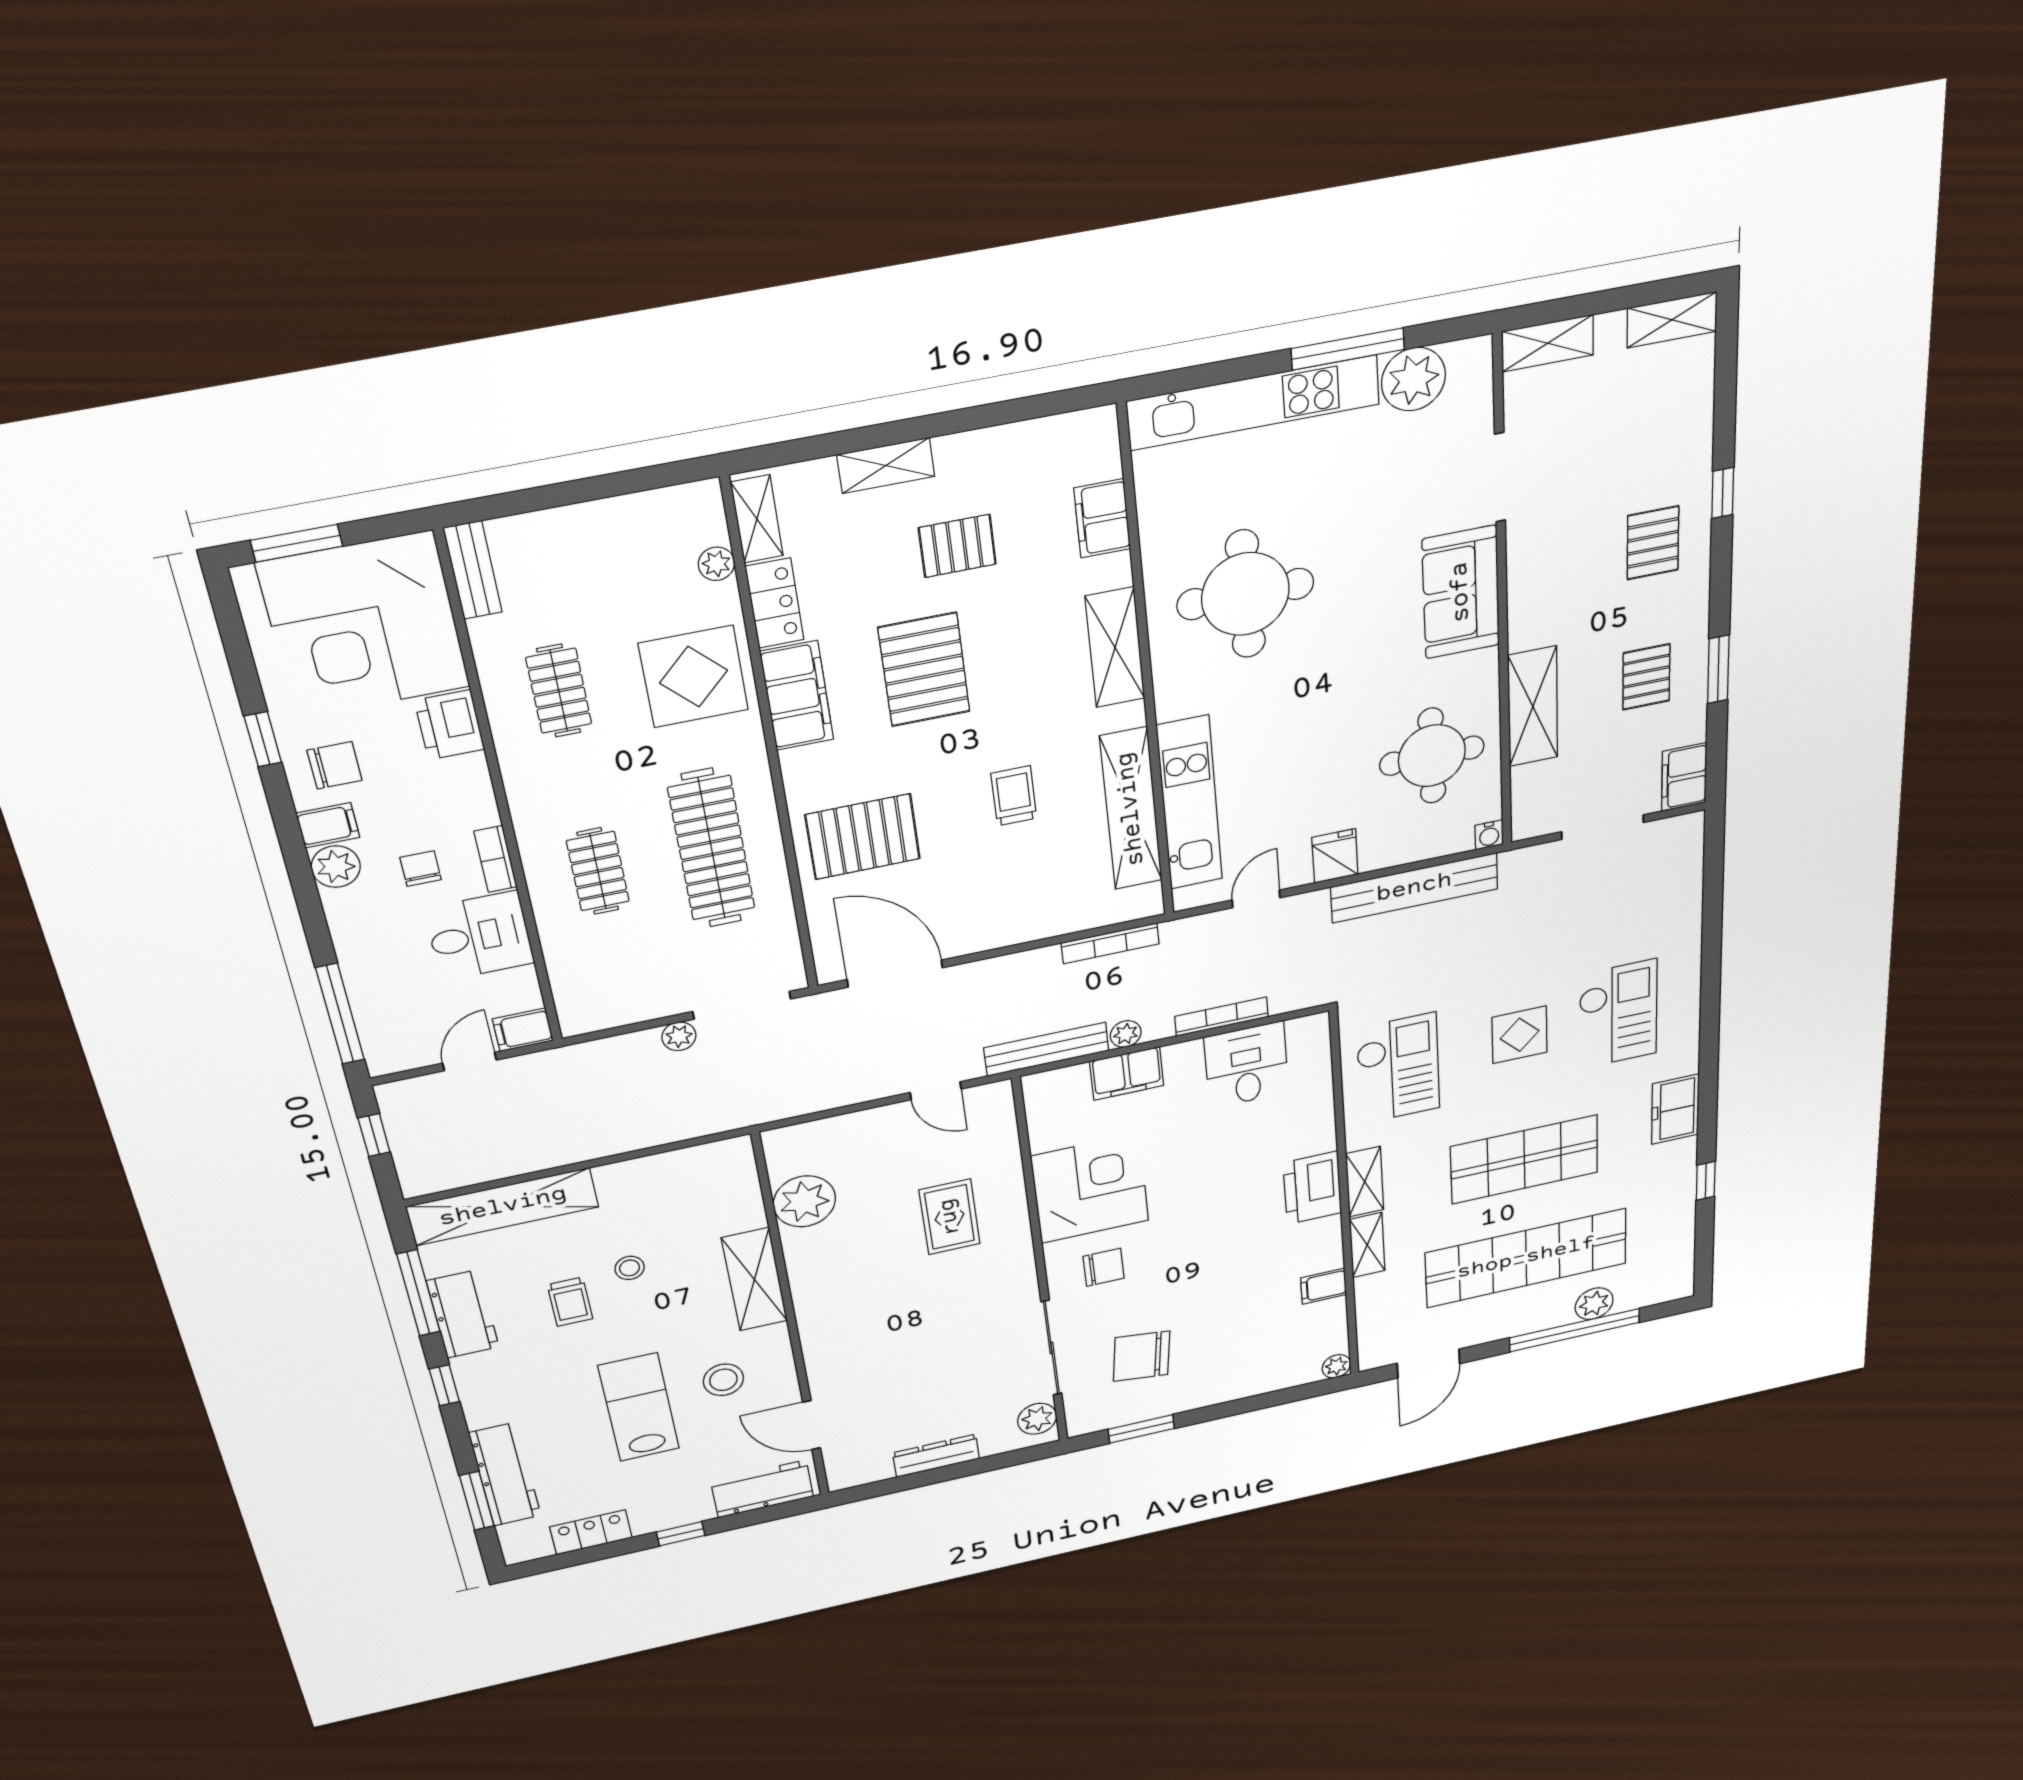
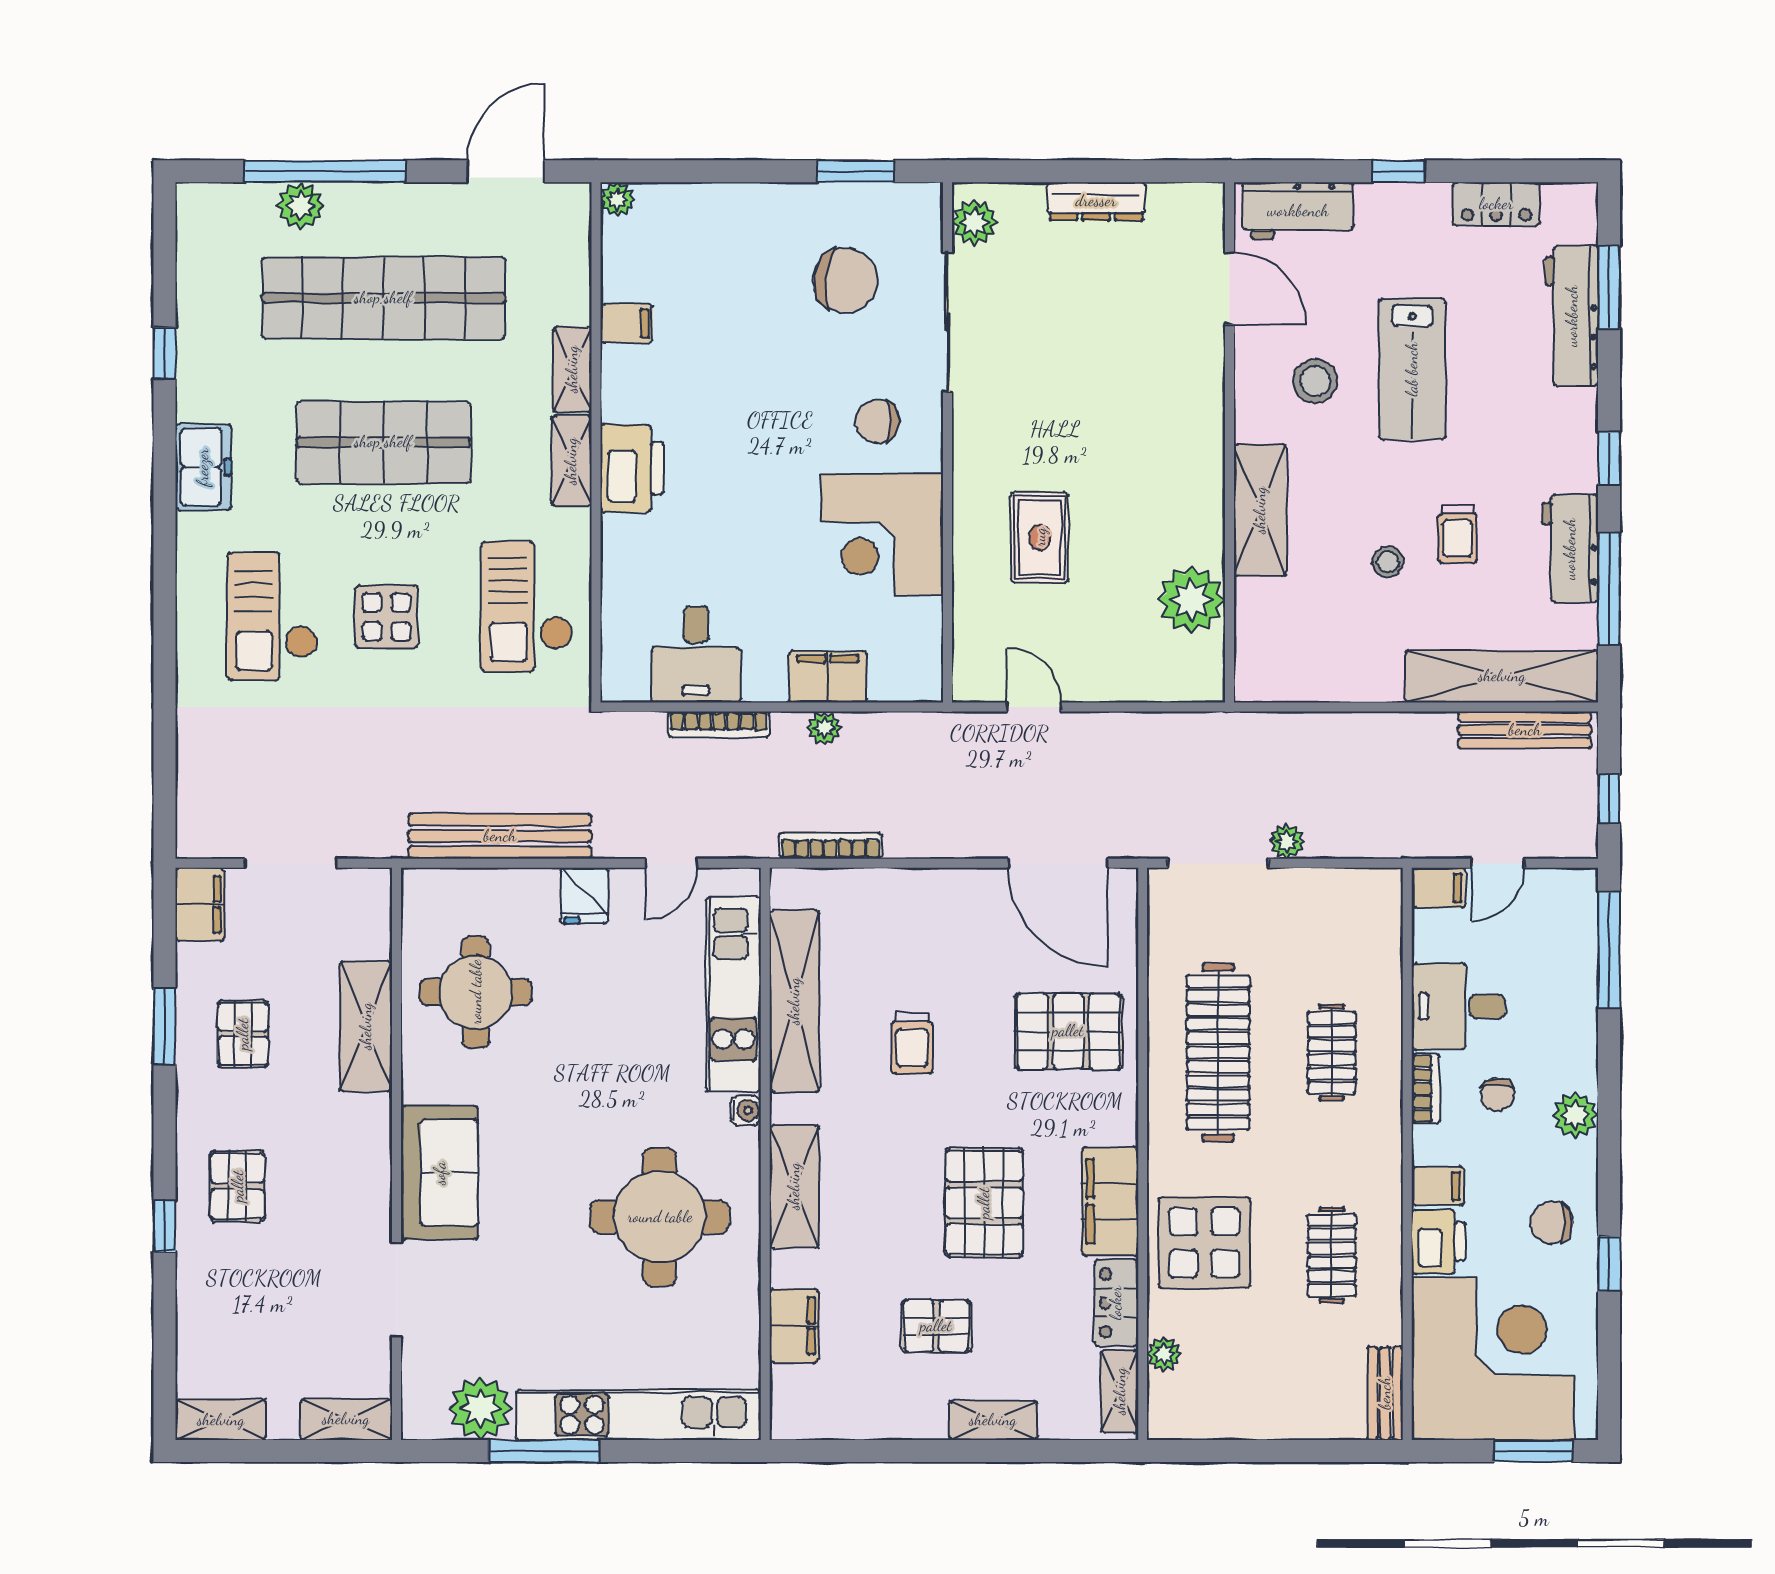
filing cabinet: (328, 825) -> (1438, 1186), moved, turned 180
water cooler: (1489, 835) -> (746, 1110), moved, turned 90
bench: (1046, 1049) -> (1525, 730), moved
trolley: (570, 1302) -> (1458, 534), turned 180

